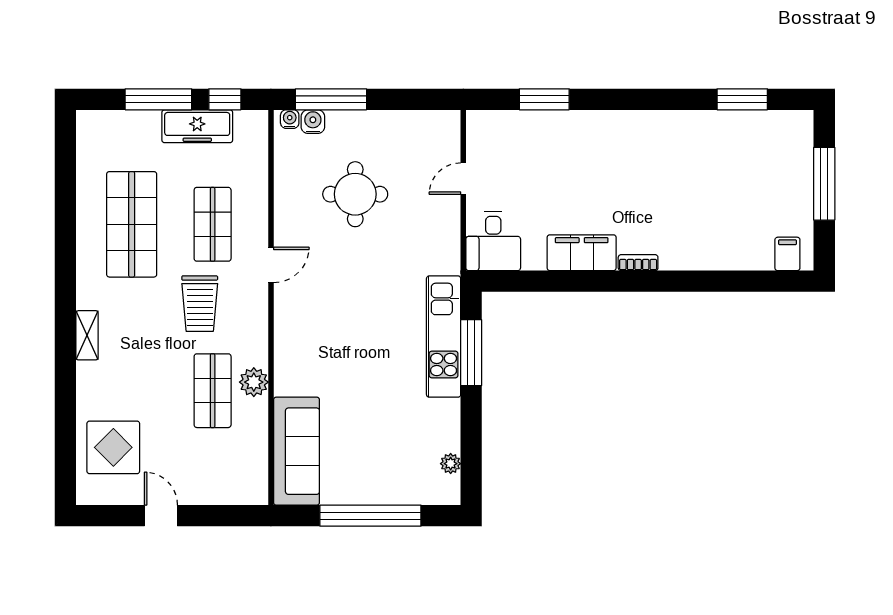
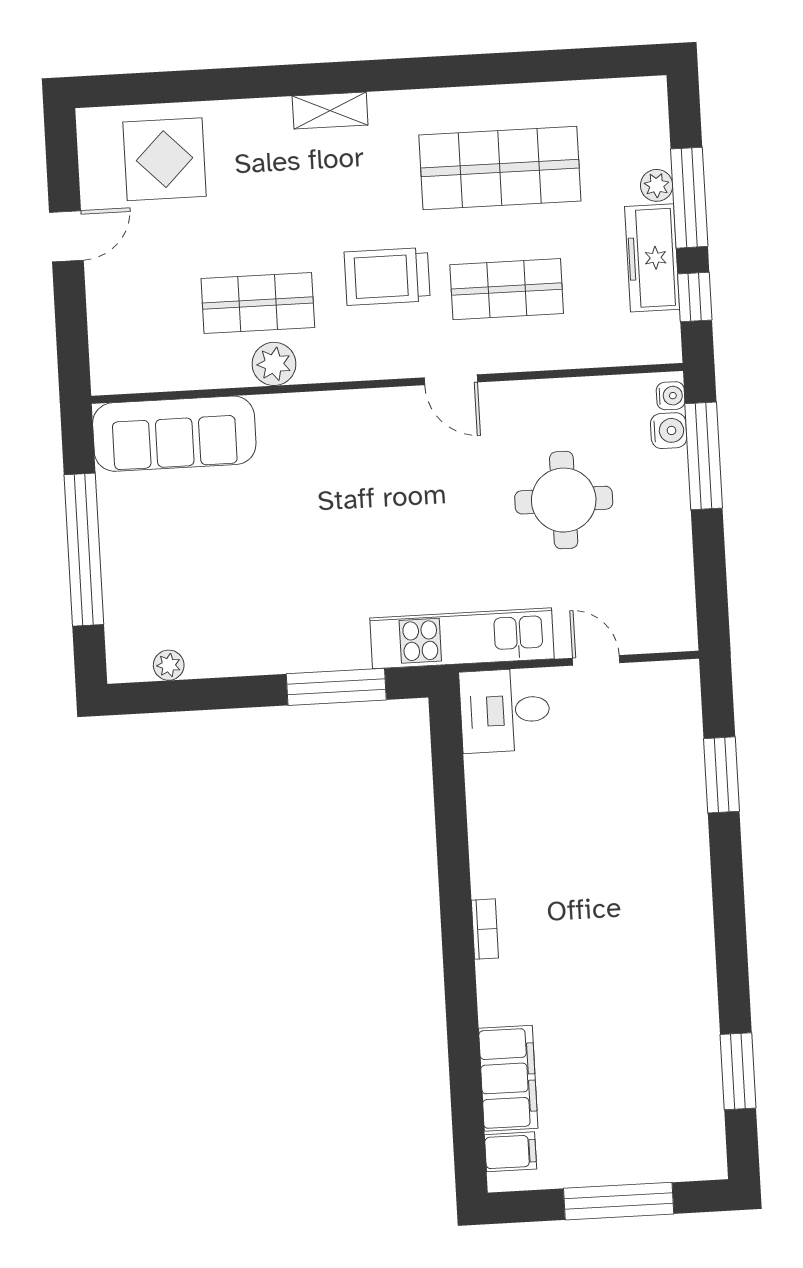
plant: (149, 121) -> (657, 185), added
filing cabinet: (582, 253) -> (508, 1078), moved
kitchen unit: (444, 337) -> (462, 638), moved

